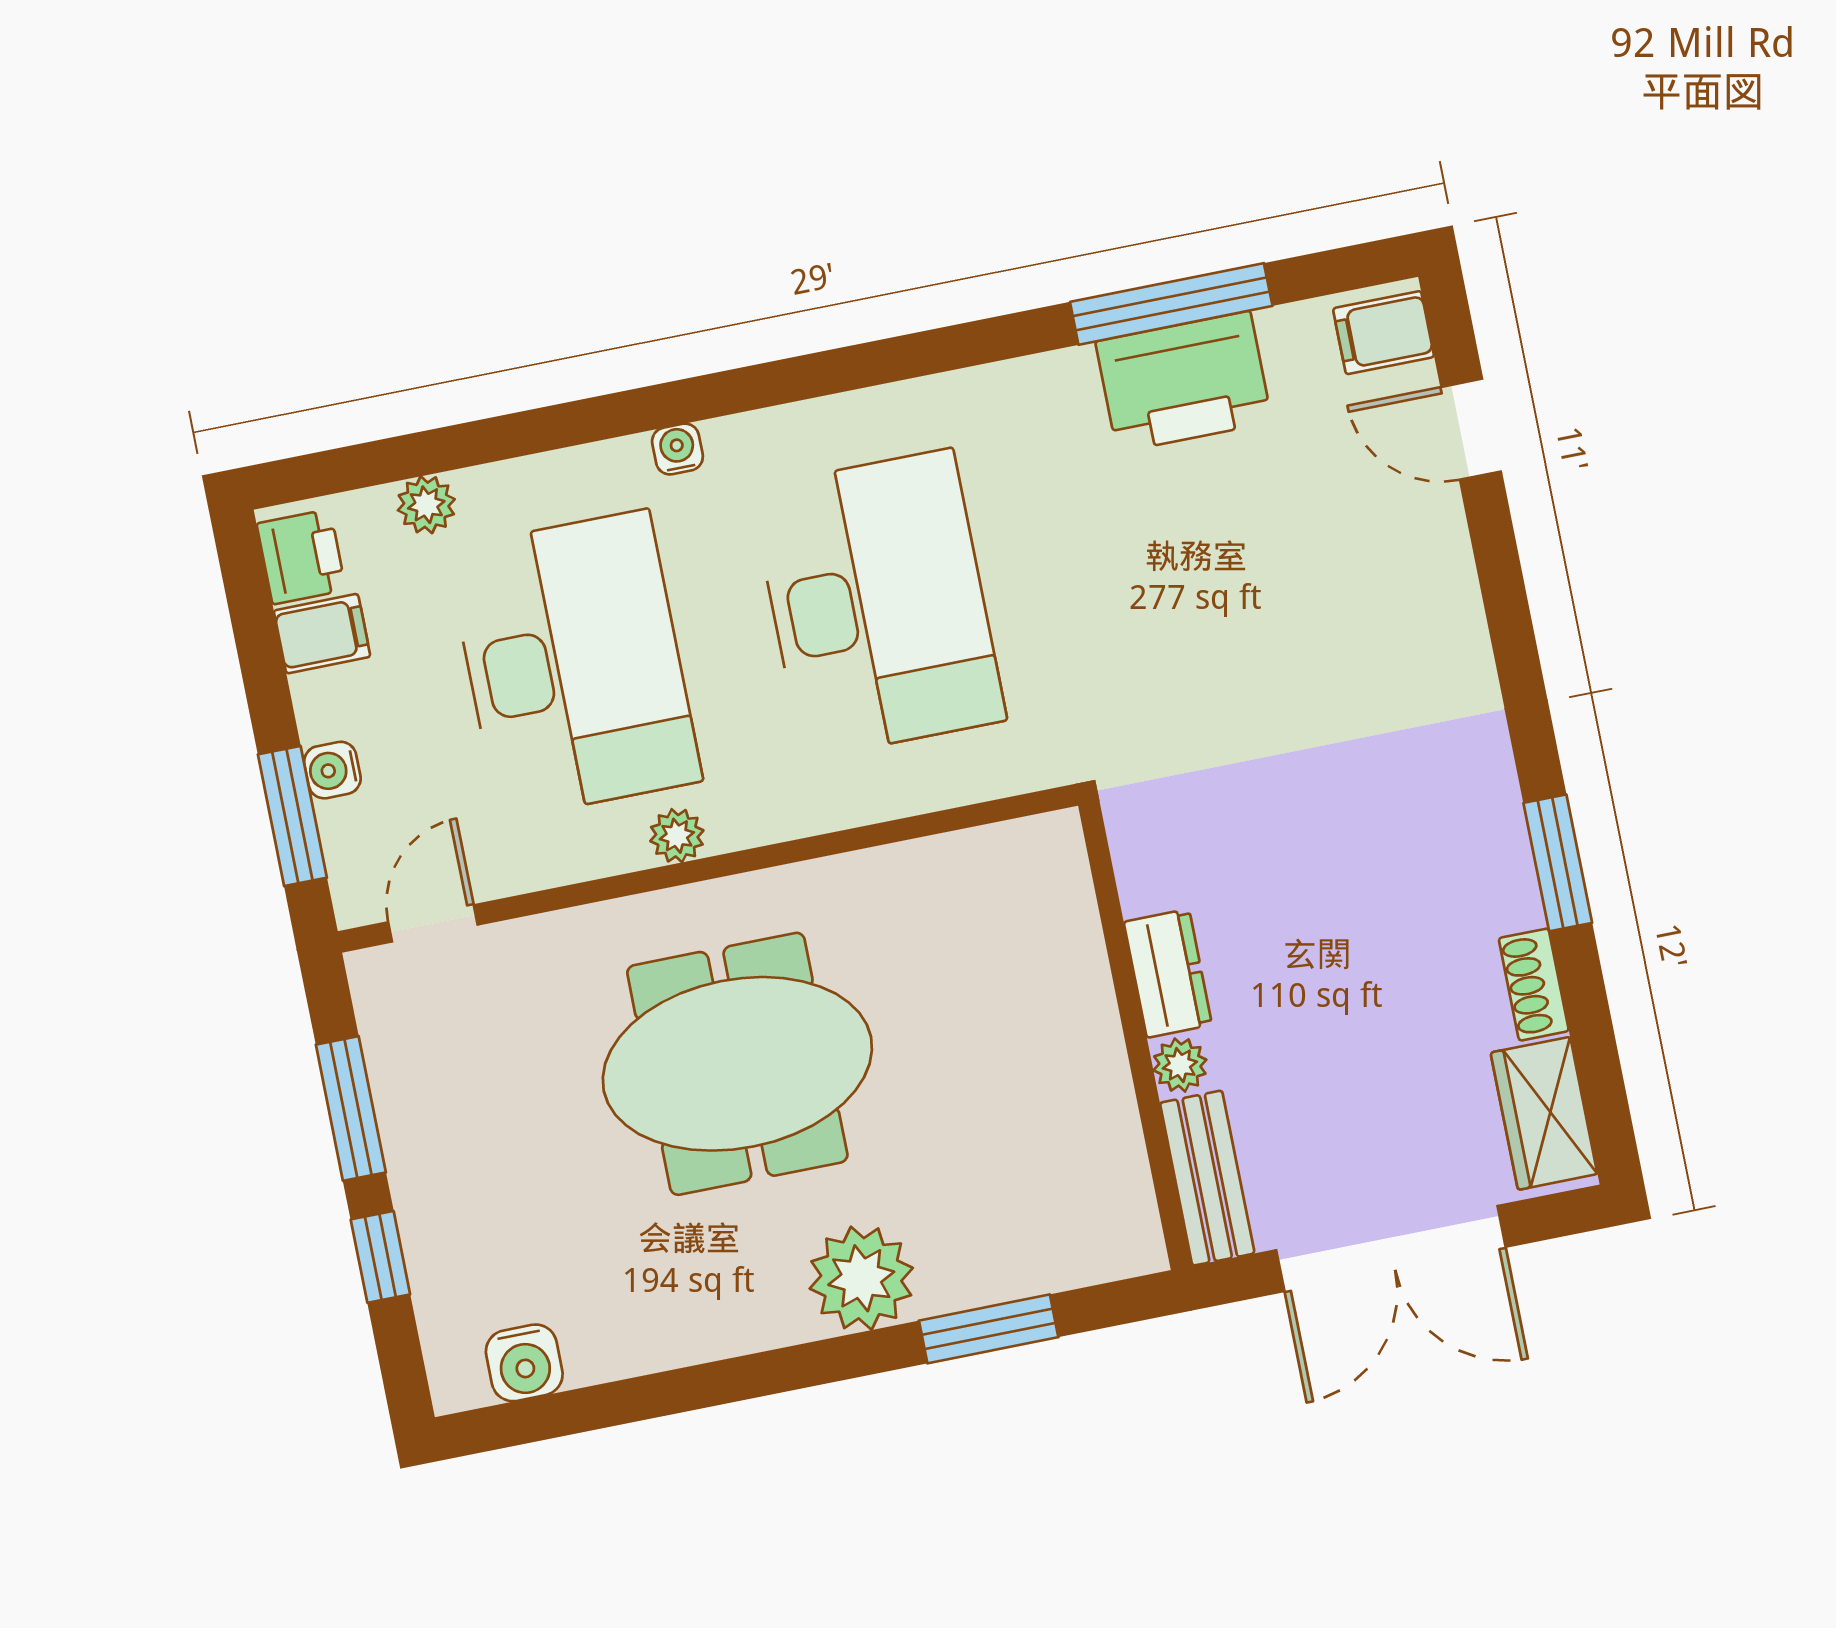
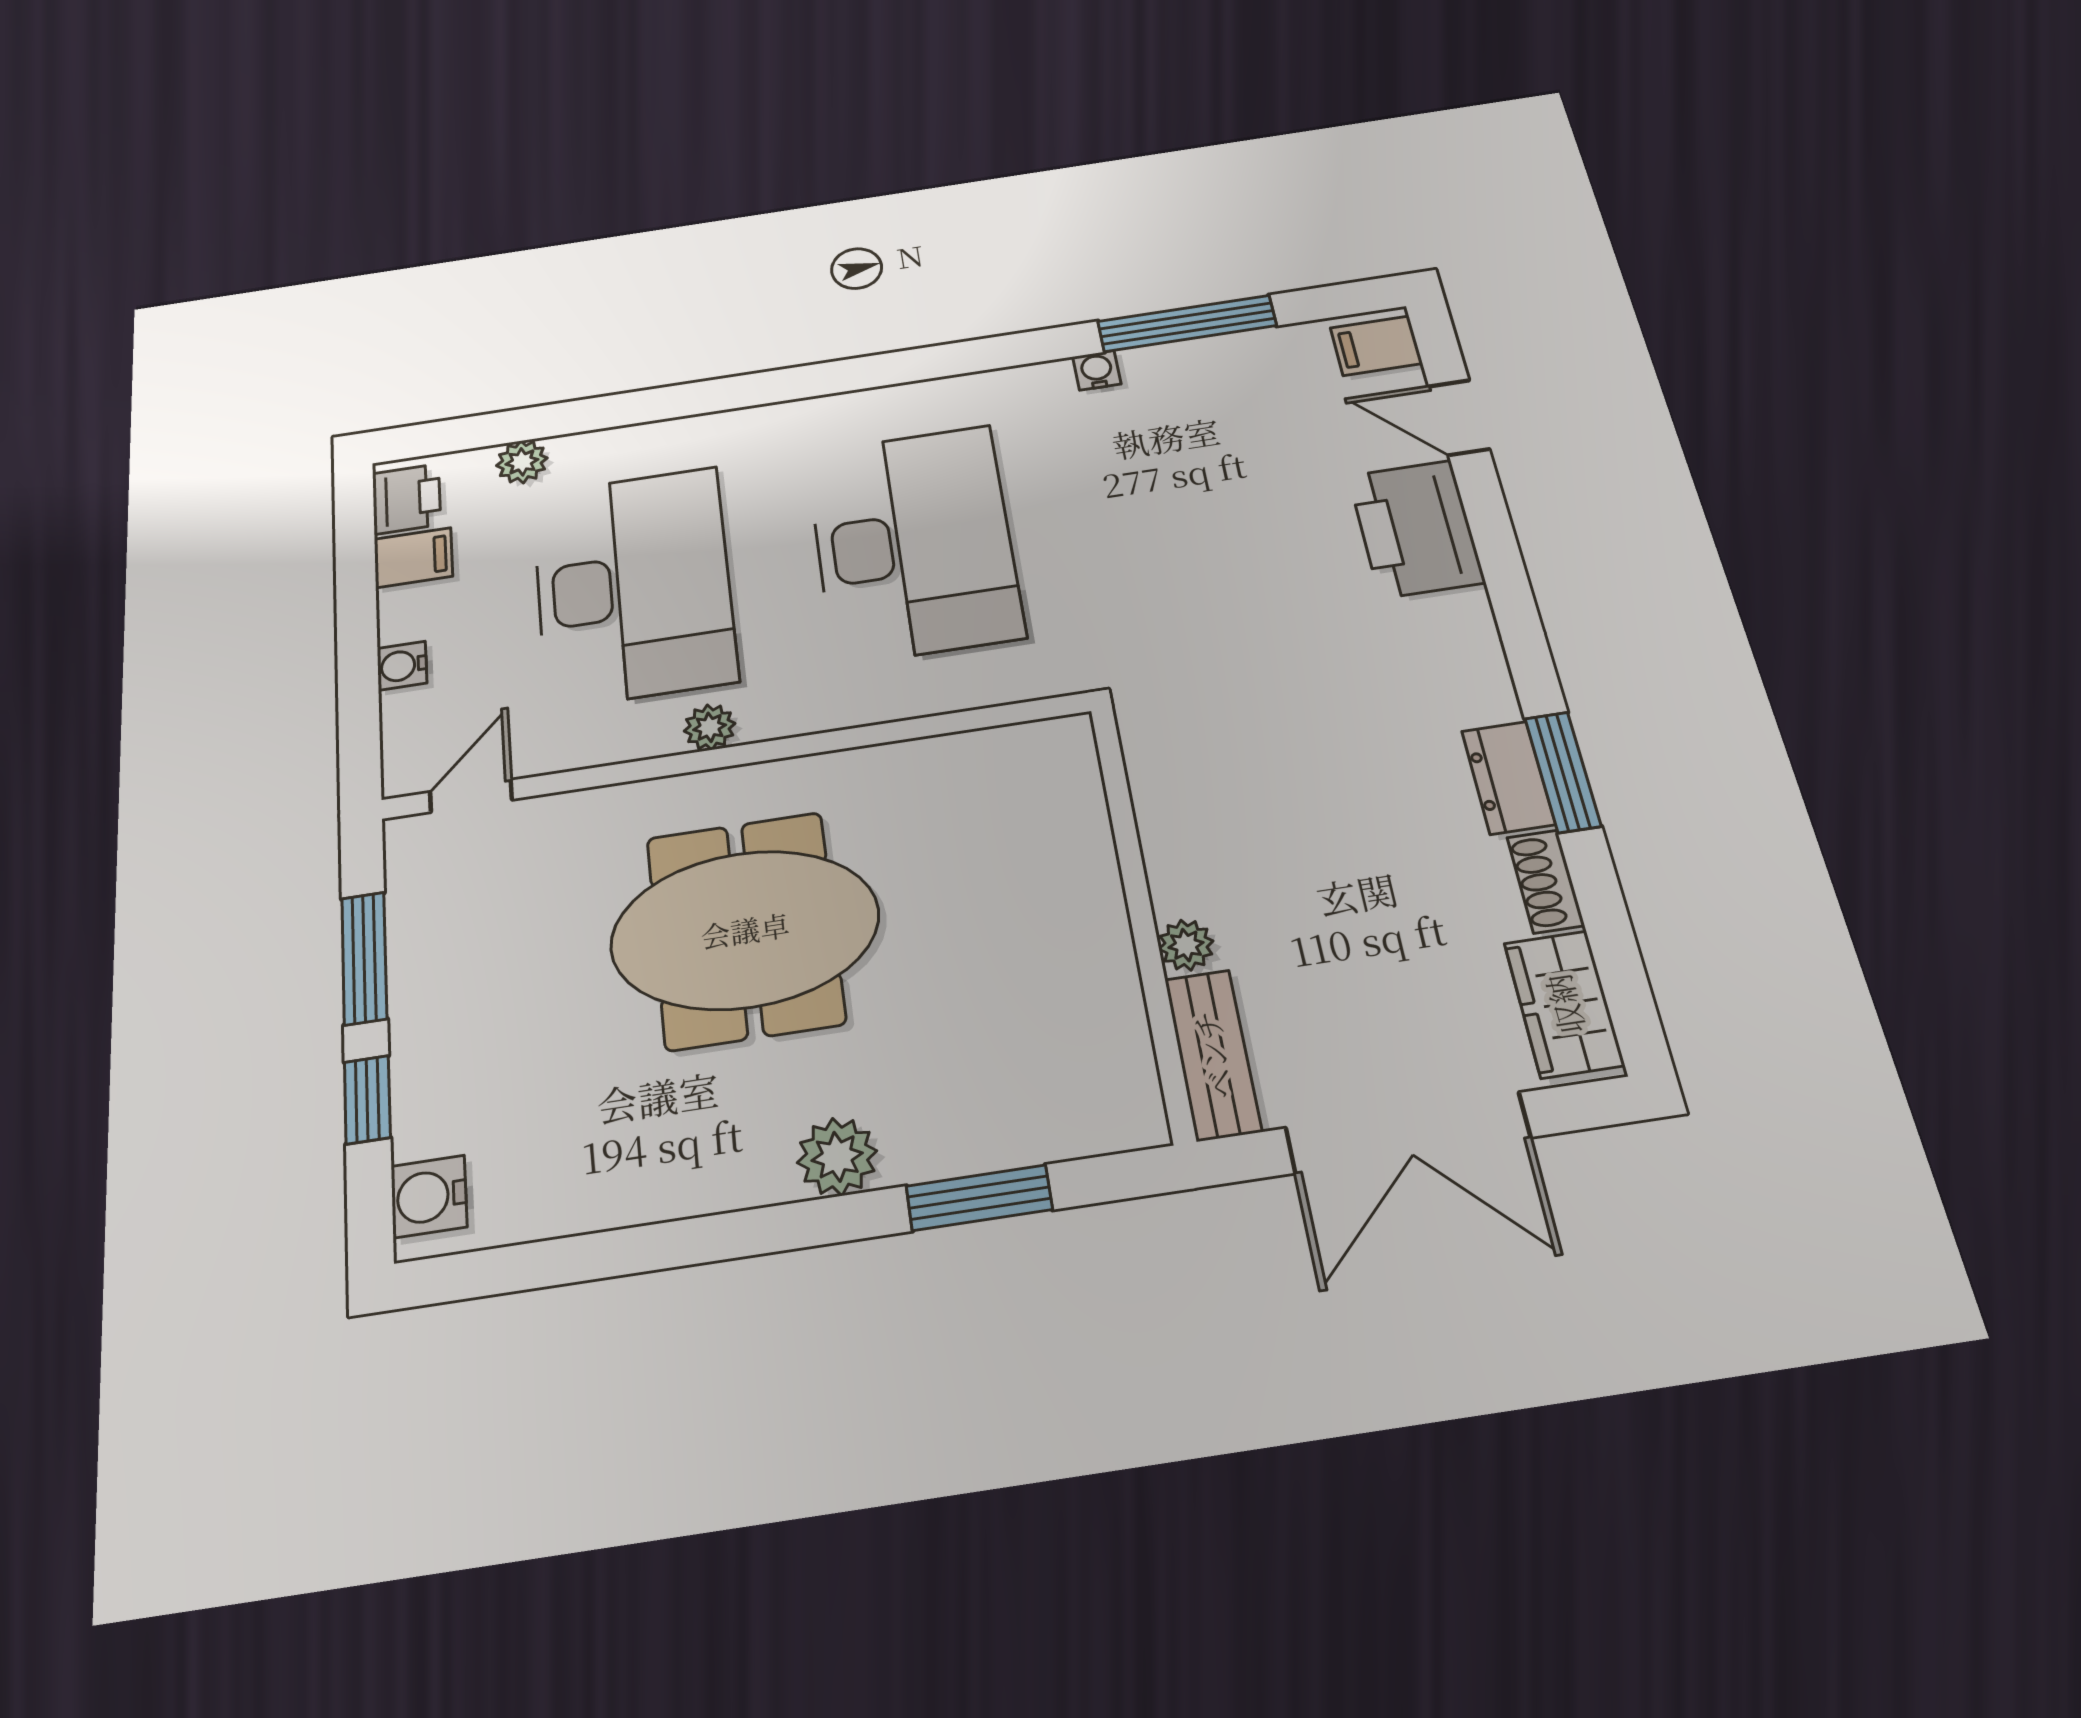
printer: (1184, 382) -> (1416, 529), moved, turned 90
water cooler: (677, 449) -> (1097, 370), moved
window: (292, 816) -> (359, 702), removed
dresser: (1168, 973) -> (1508, 778), moved, turned 180
plant: (861, 1278) -> (837, 1157), width x0.73, depth x0.73
water cooler: (524, 1363) -> (429, 1197), moved, turned 90

